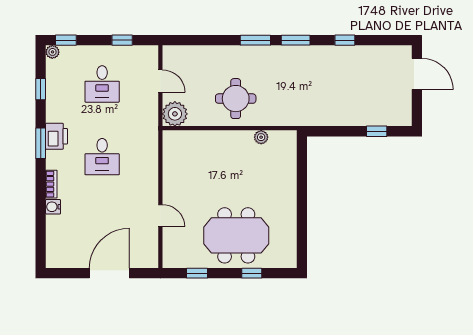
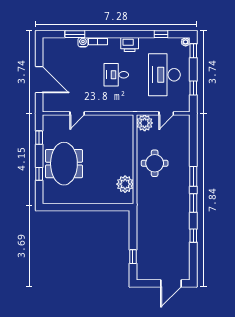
desk: (102, 84) -> (164, 75), width x1.87, depth x1.30
plant: (261, 137) -> (125, 184), width x1.87, depth x1.87
window: (41, 143) -> (75, 34), moved

